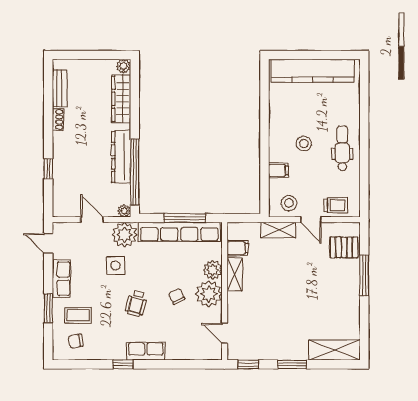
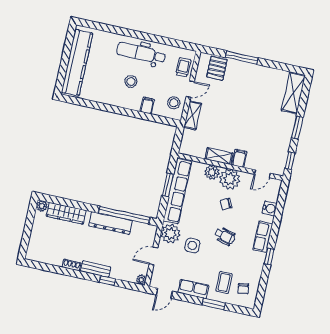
bench: (59, 88) -> (95, 269), moved
dental chair: (342, 148) -> (141, 53), width x1.36, depth x1.38
plant: (124, 211) -> (141, 280), moved
window: (185, 218) -> (168, 185), width x0.69
filing cabinet: (237, 248) -> (239, 158), moved
water cooler: (183, 352) -> (270, 208), added

